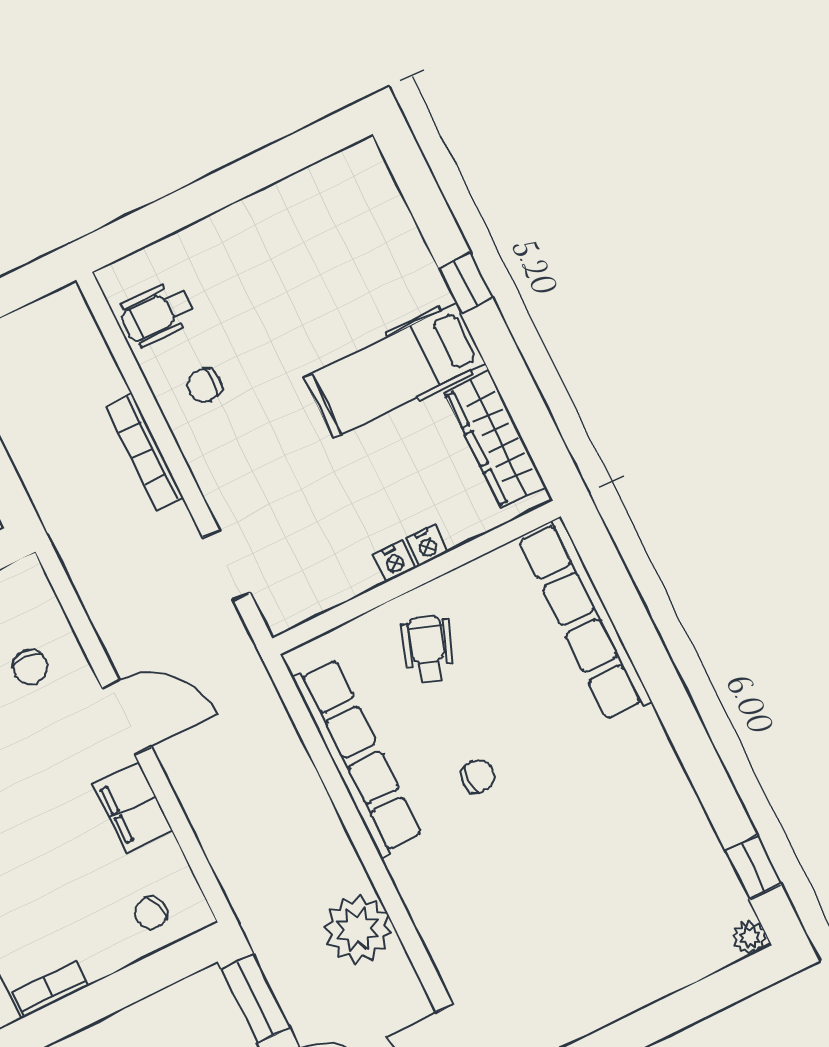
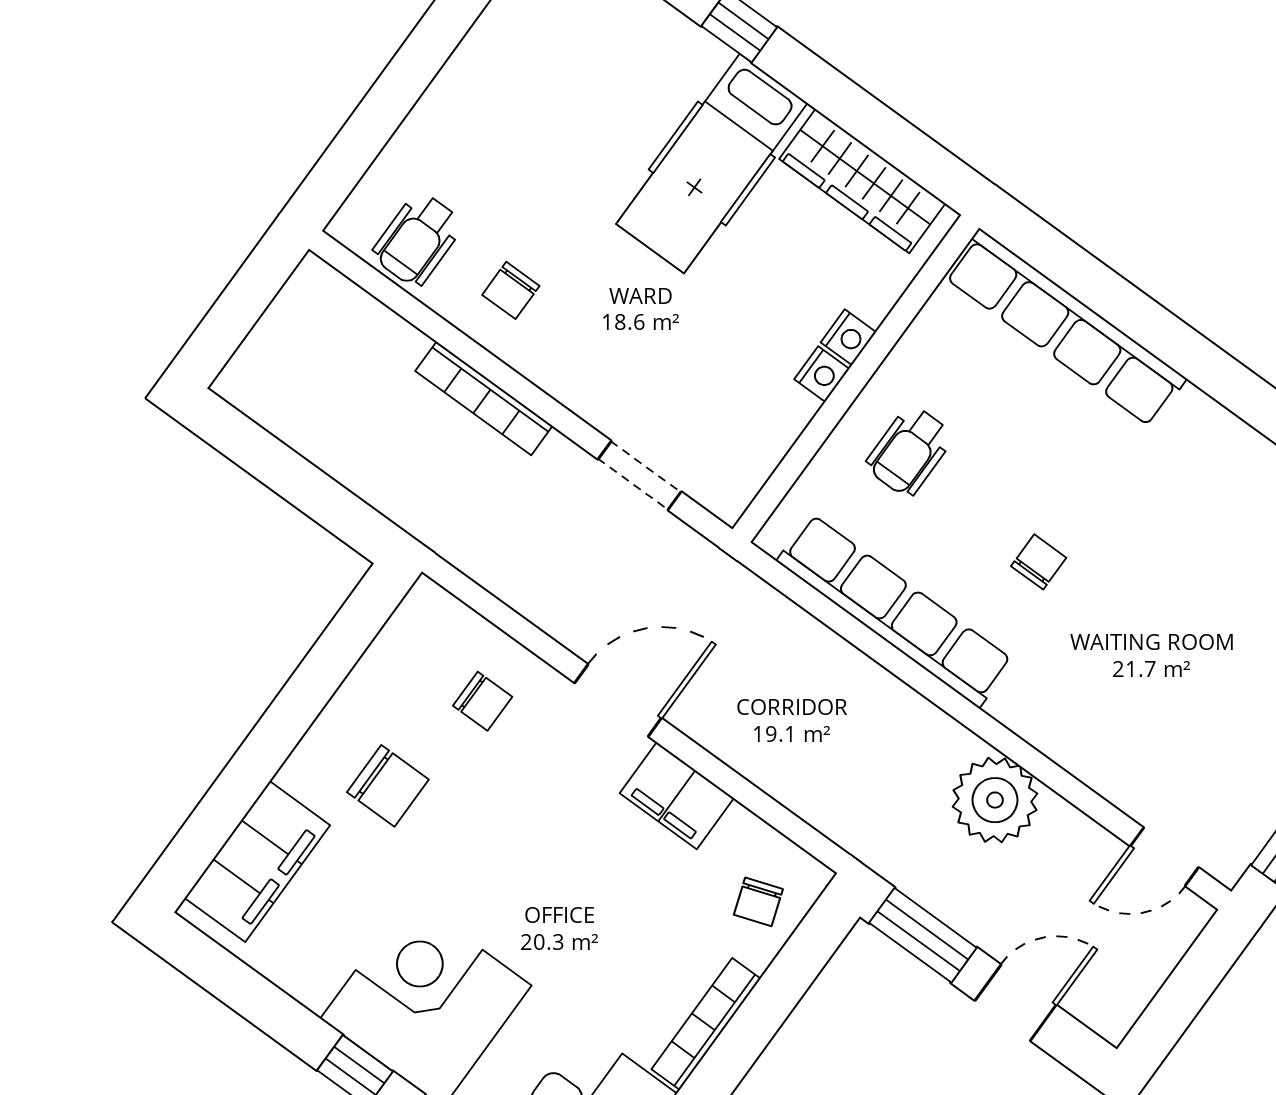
wheelchair: (428, 649) -> (909, 451), turned -109
bookcase: (50, 989) -> (706, 1024), width x1.56

